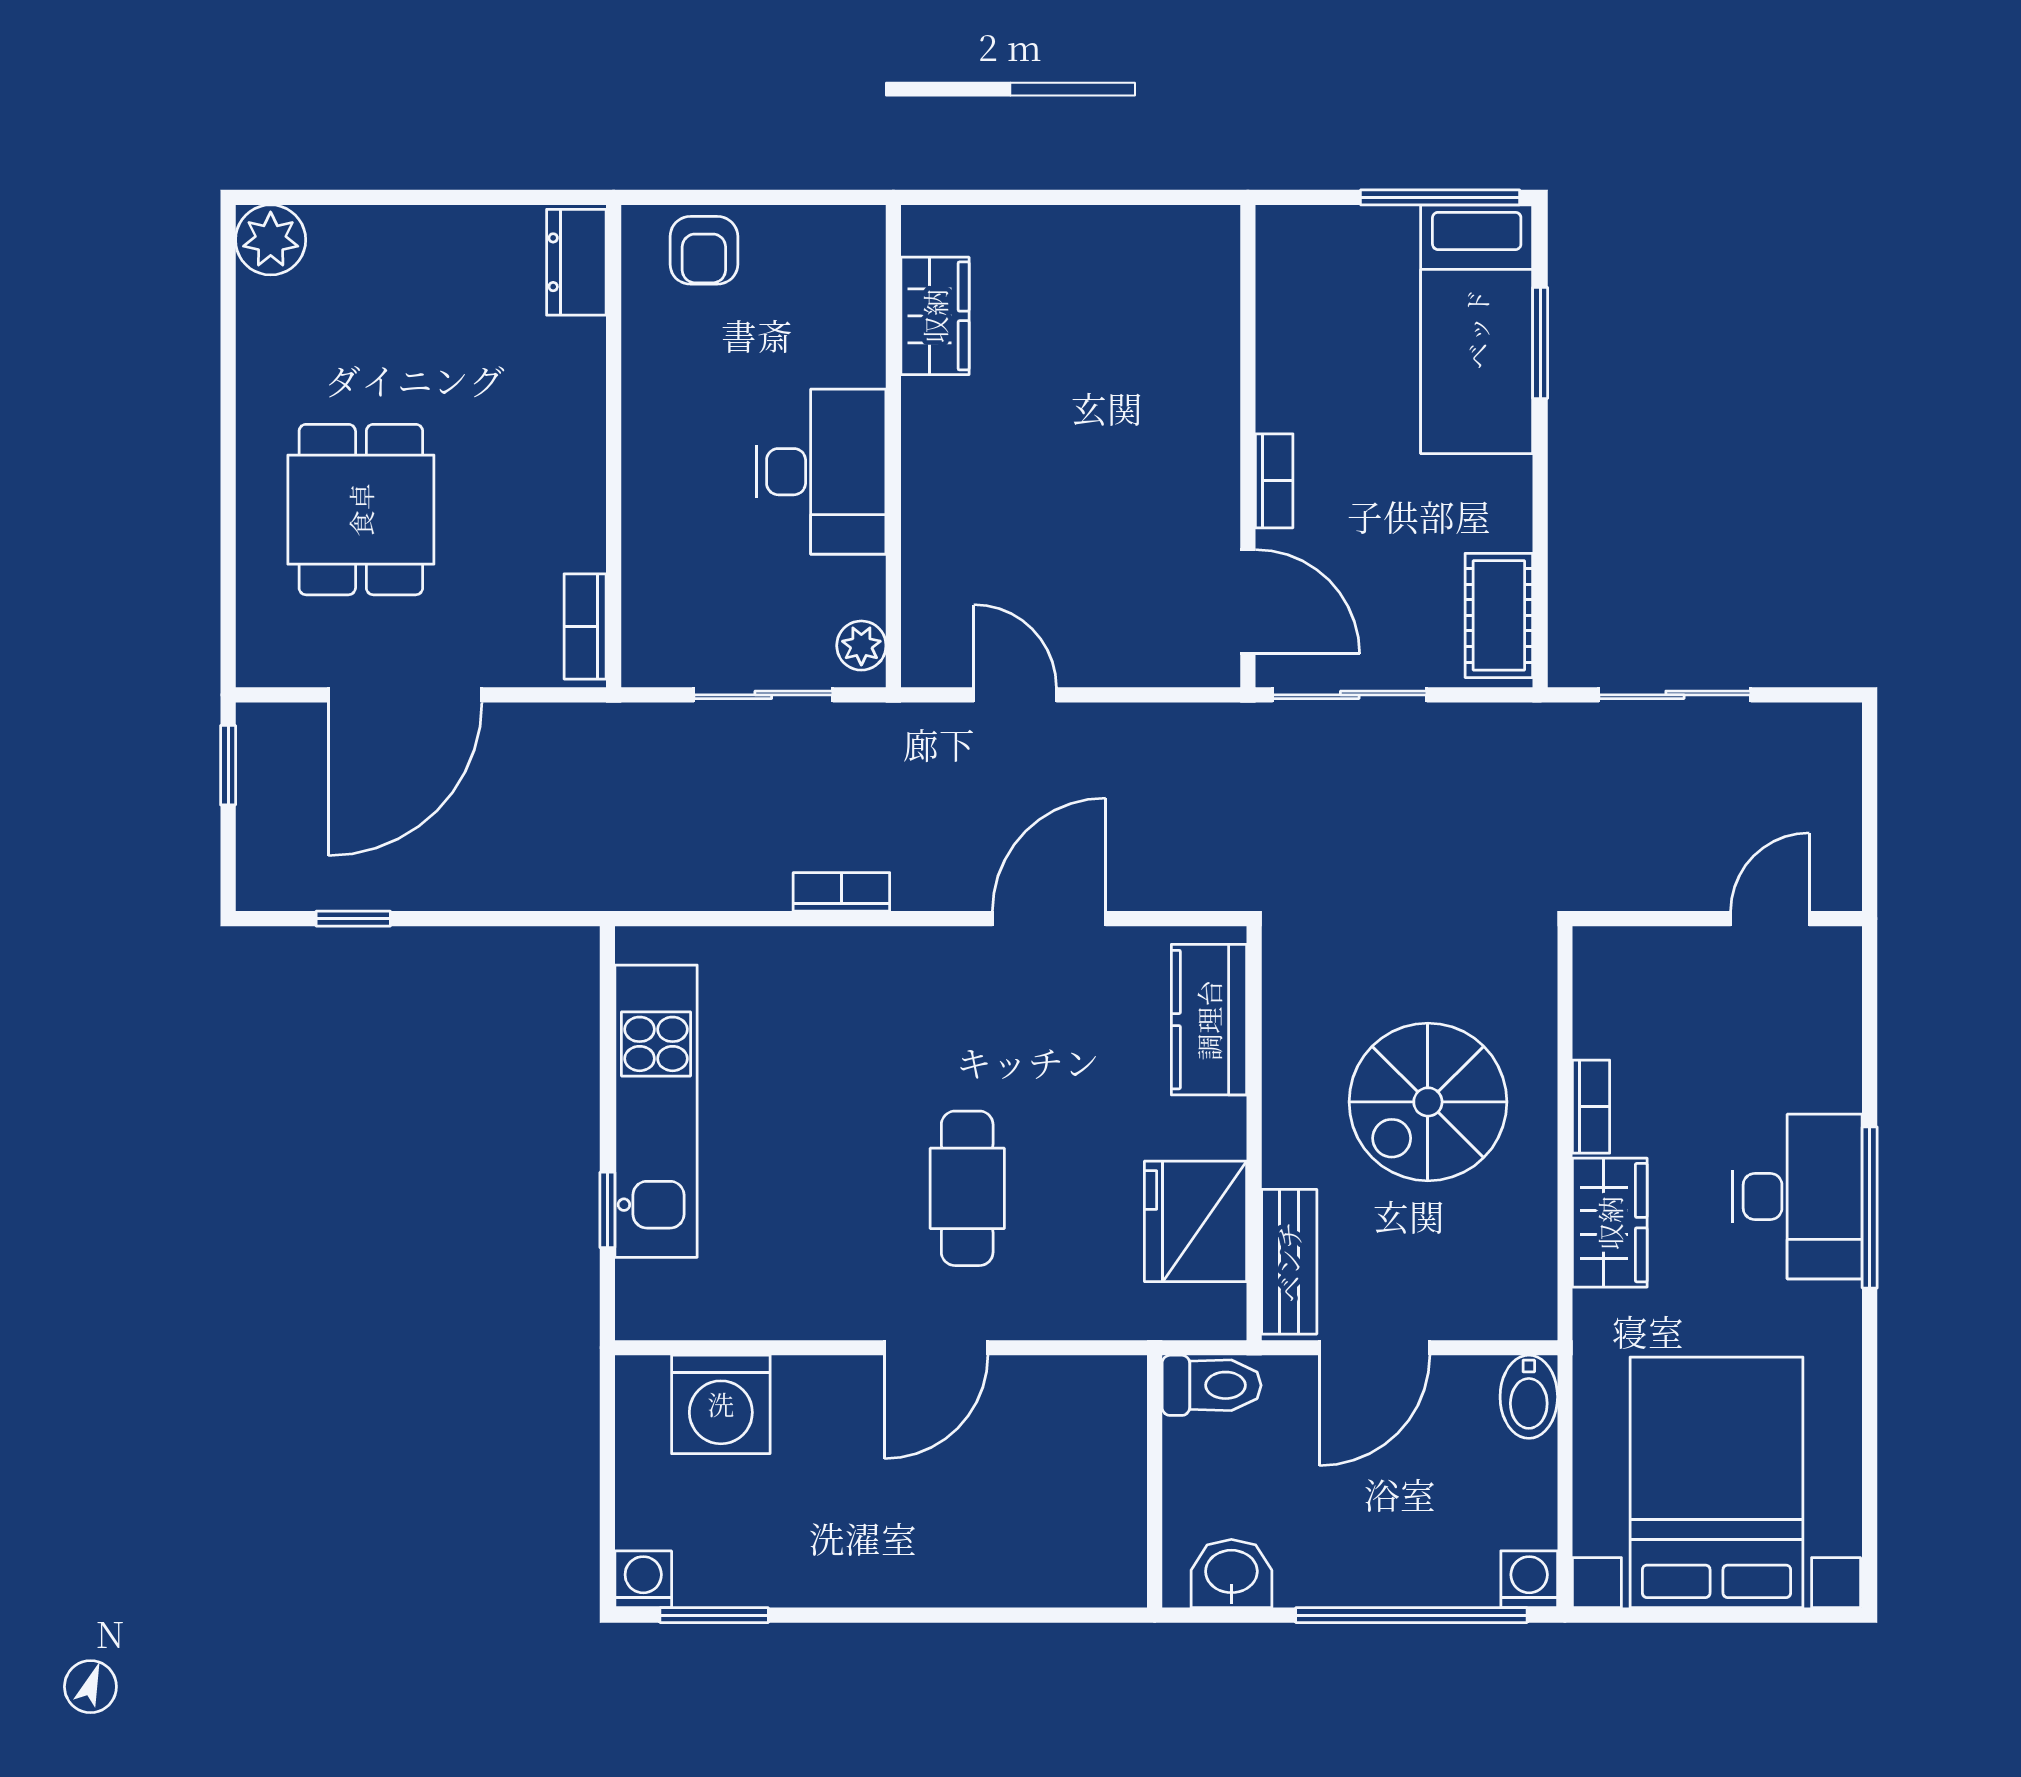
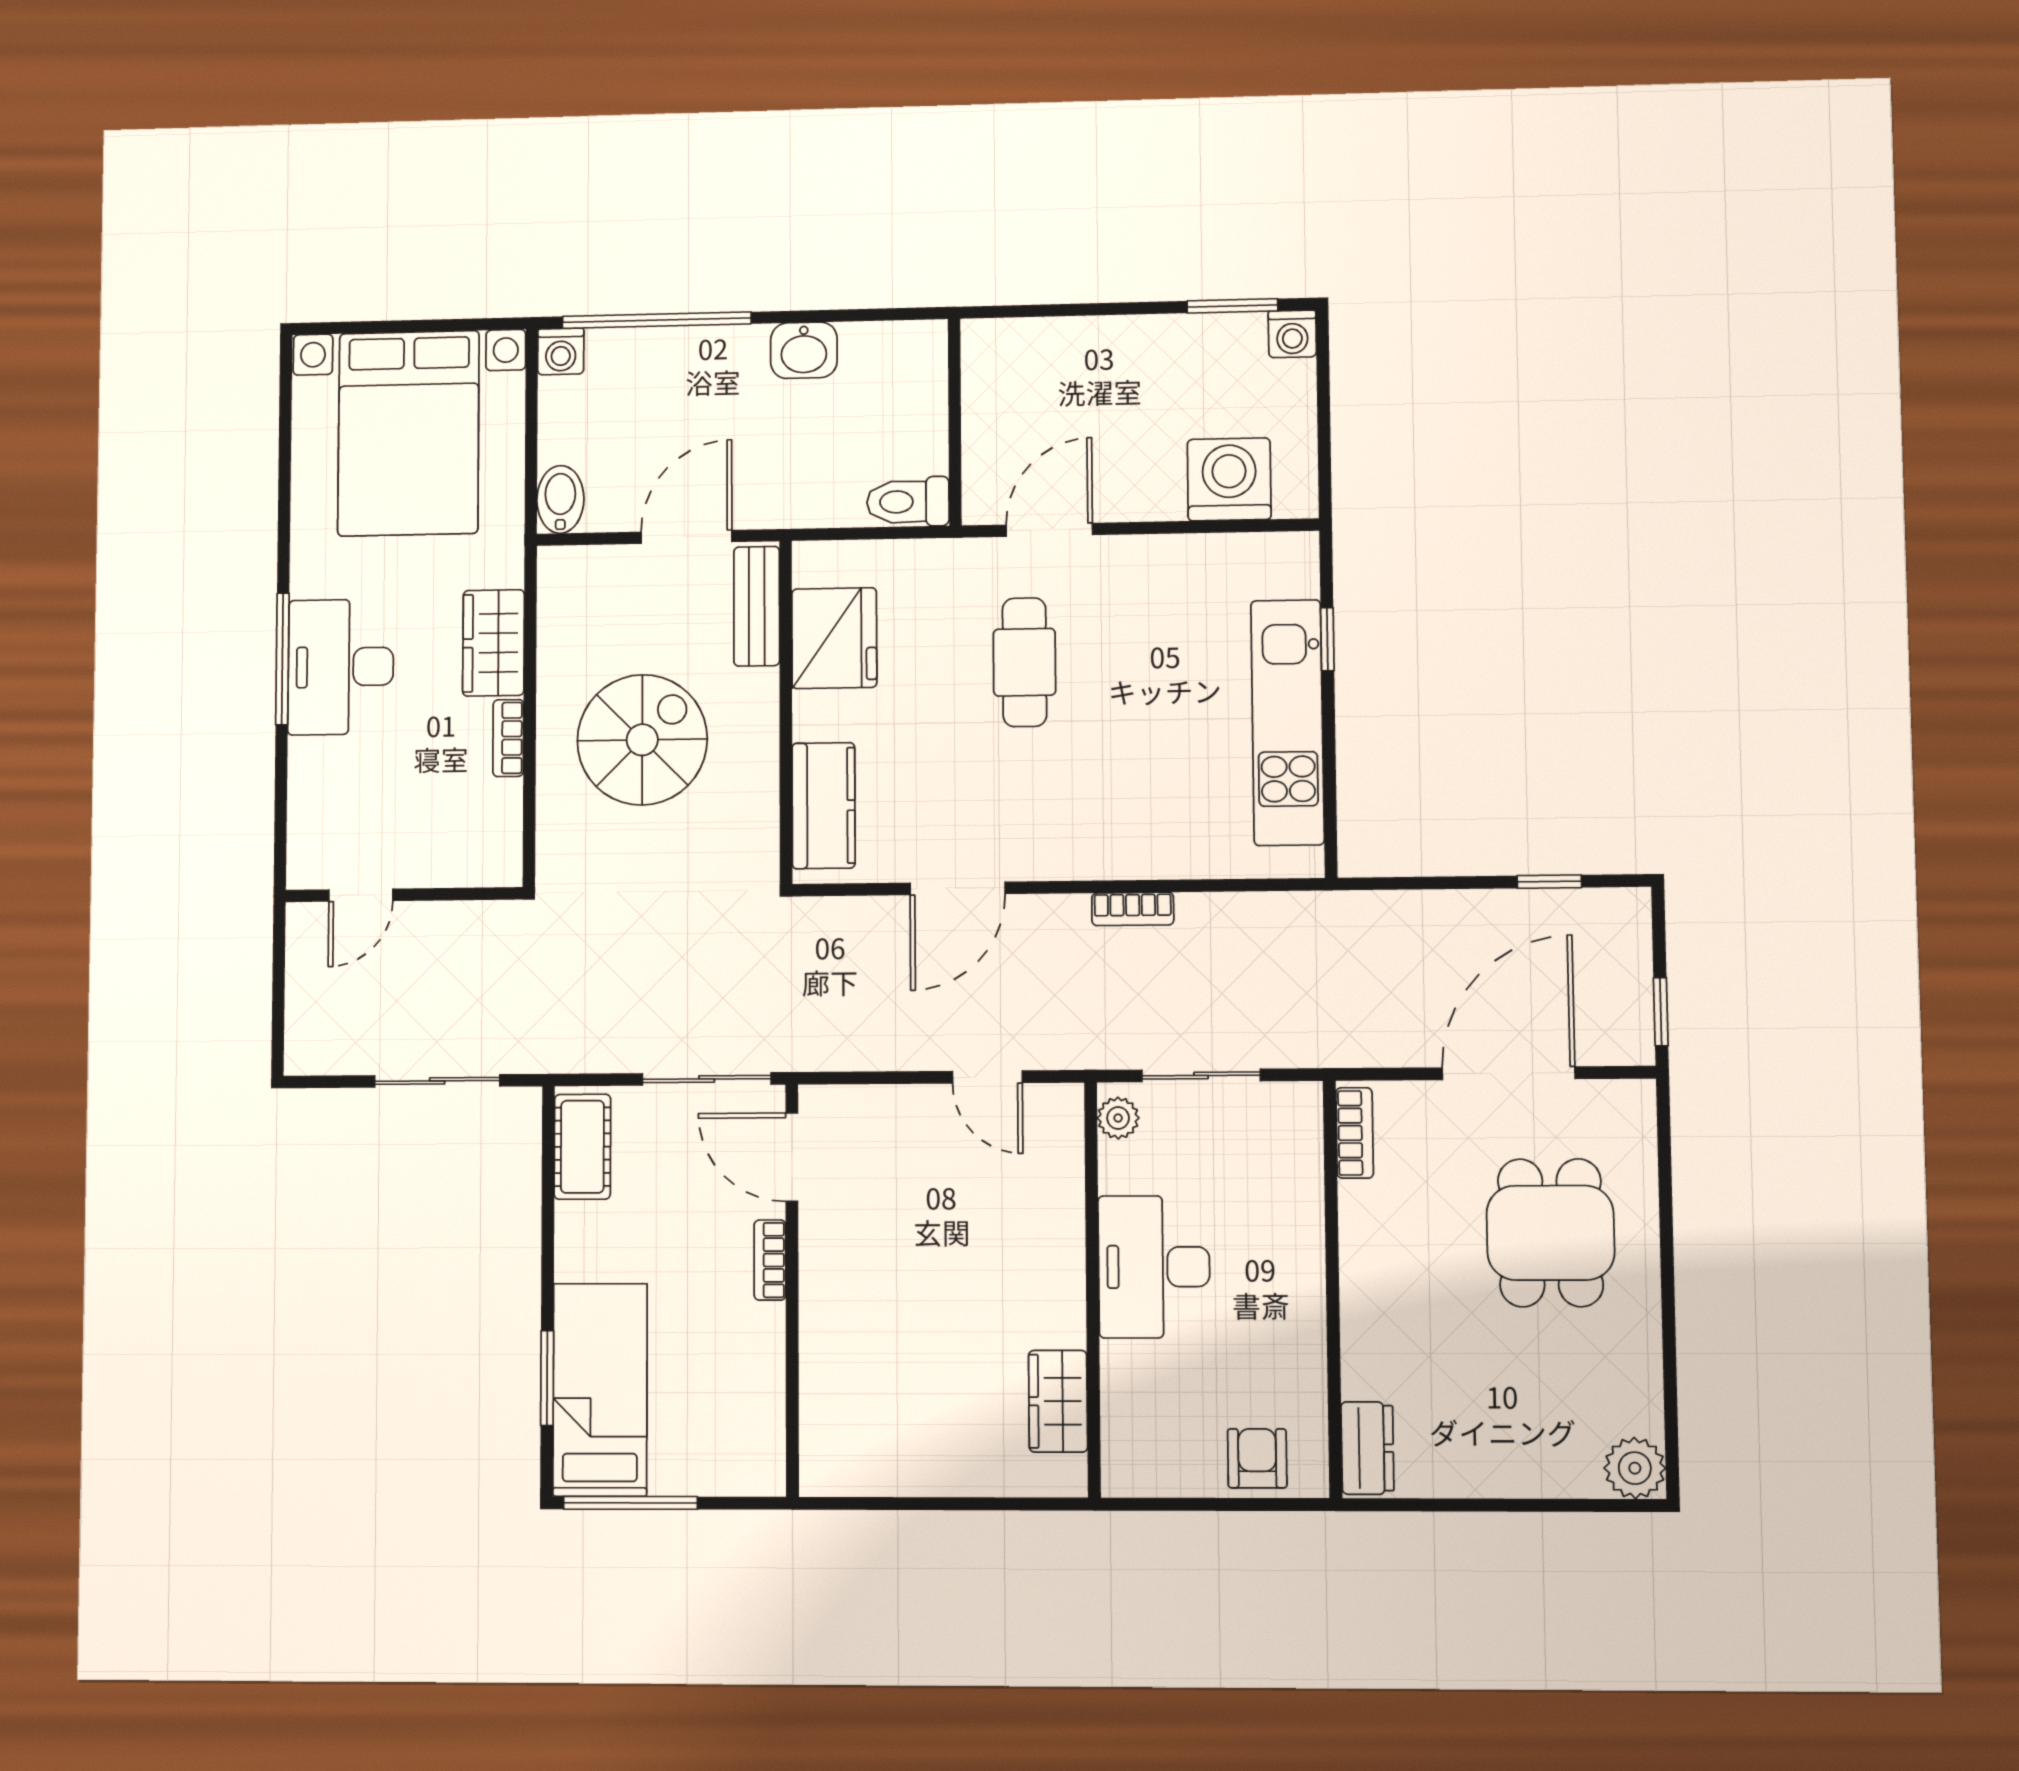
toilet: (1212, 1385) -> (908, 502), moved
wall: (1155, 1481) -> (955, 422), moved

